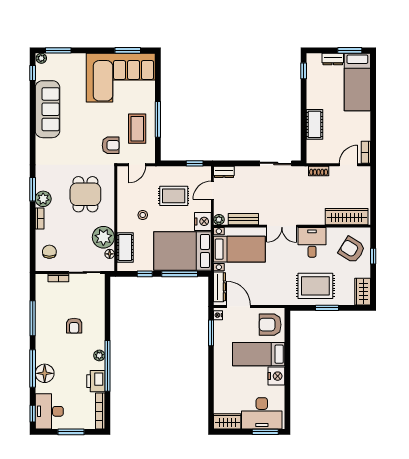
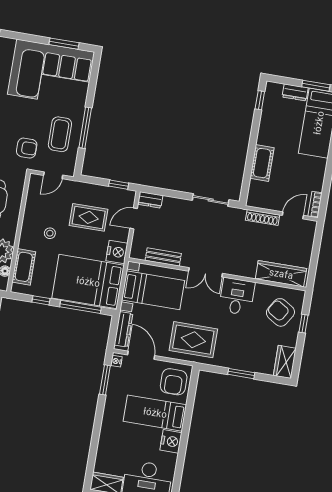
shoe rack: (319, 171) -> (263, 218), width x1.43
plant: (219, 220) -> (135, 253), removed
rug: (315, 286) -> (193, 340), moved
armchair: (270, 325) -> (174, 382), turned -90

